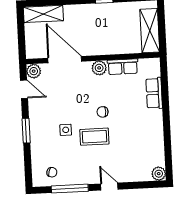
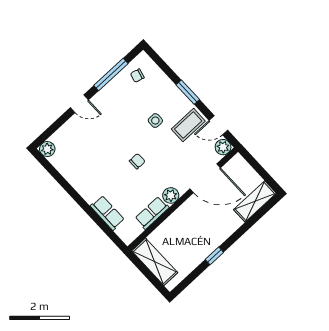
coffee table: (94, 137) -> (188, 125), moved

